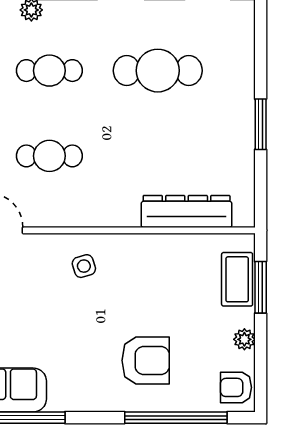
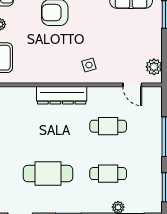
dresser: (187, 211) -> (62, 95), moved

